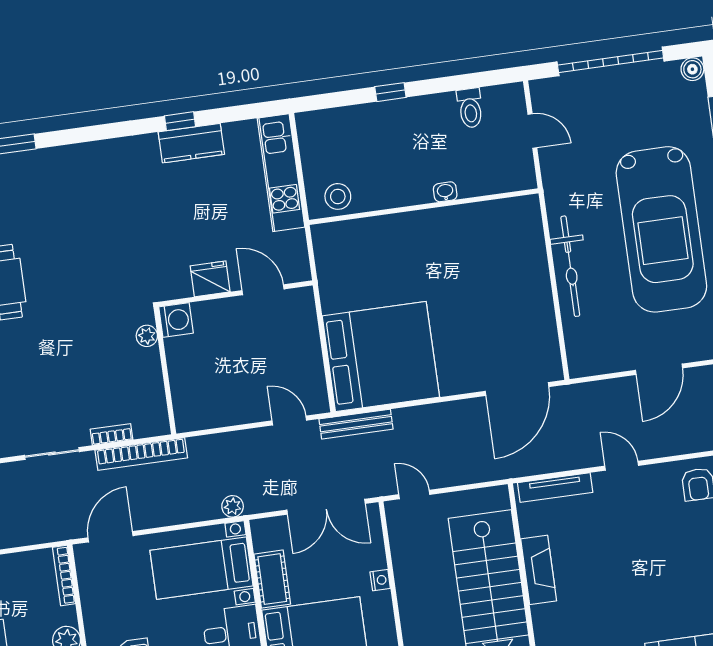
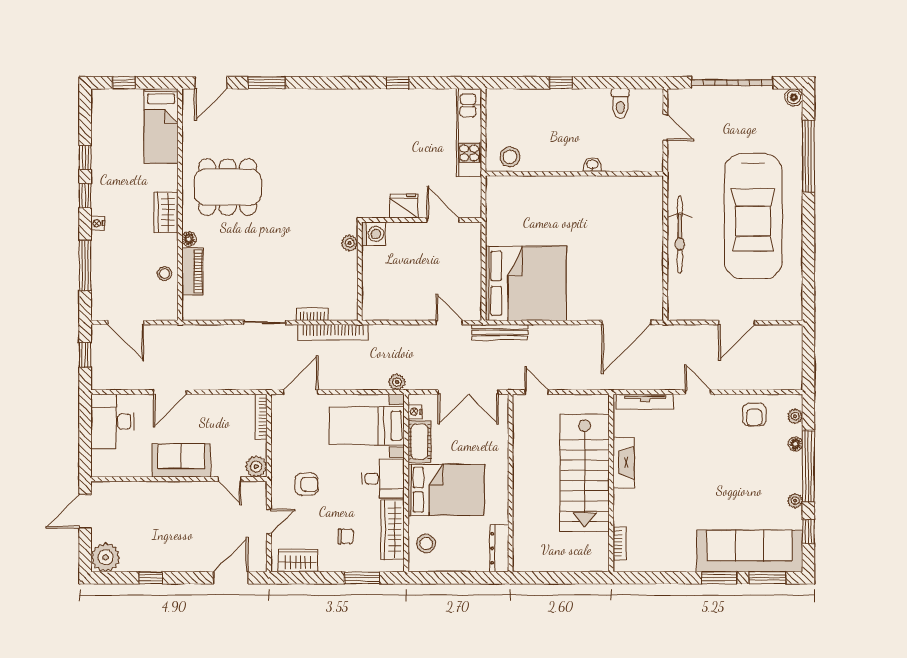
kitchen counter: (191, 143) -> (404, 101), removed
nightstand: (380, 580) -> (415, 412), moved, turned 180

